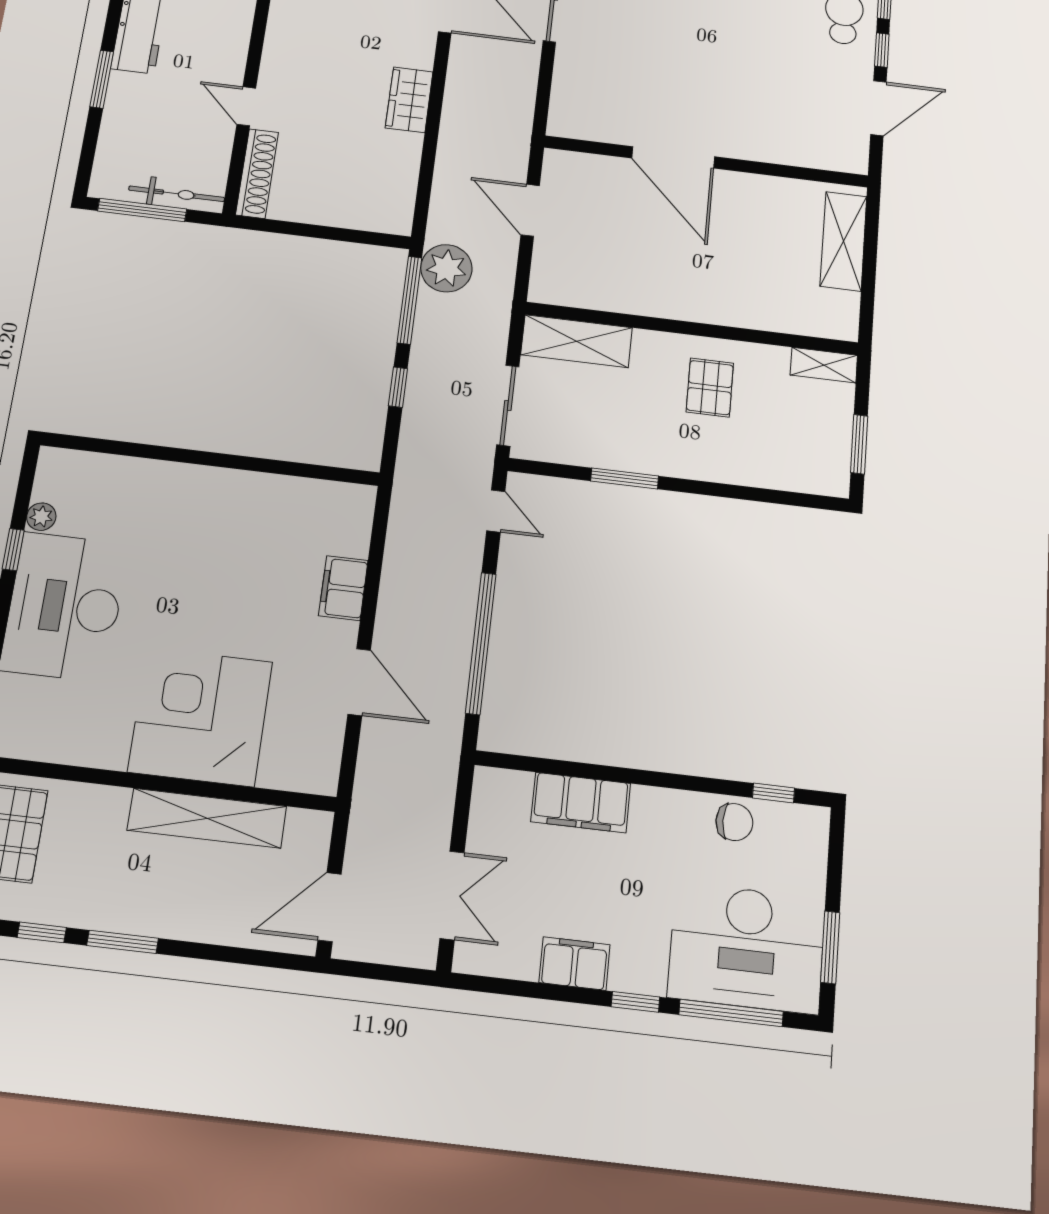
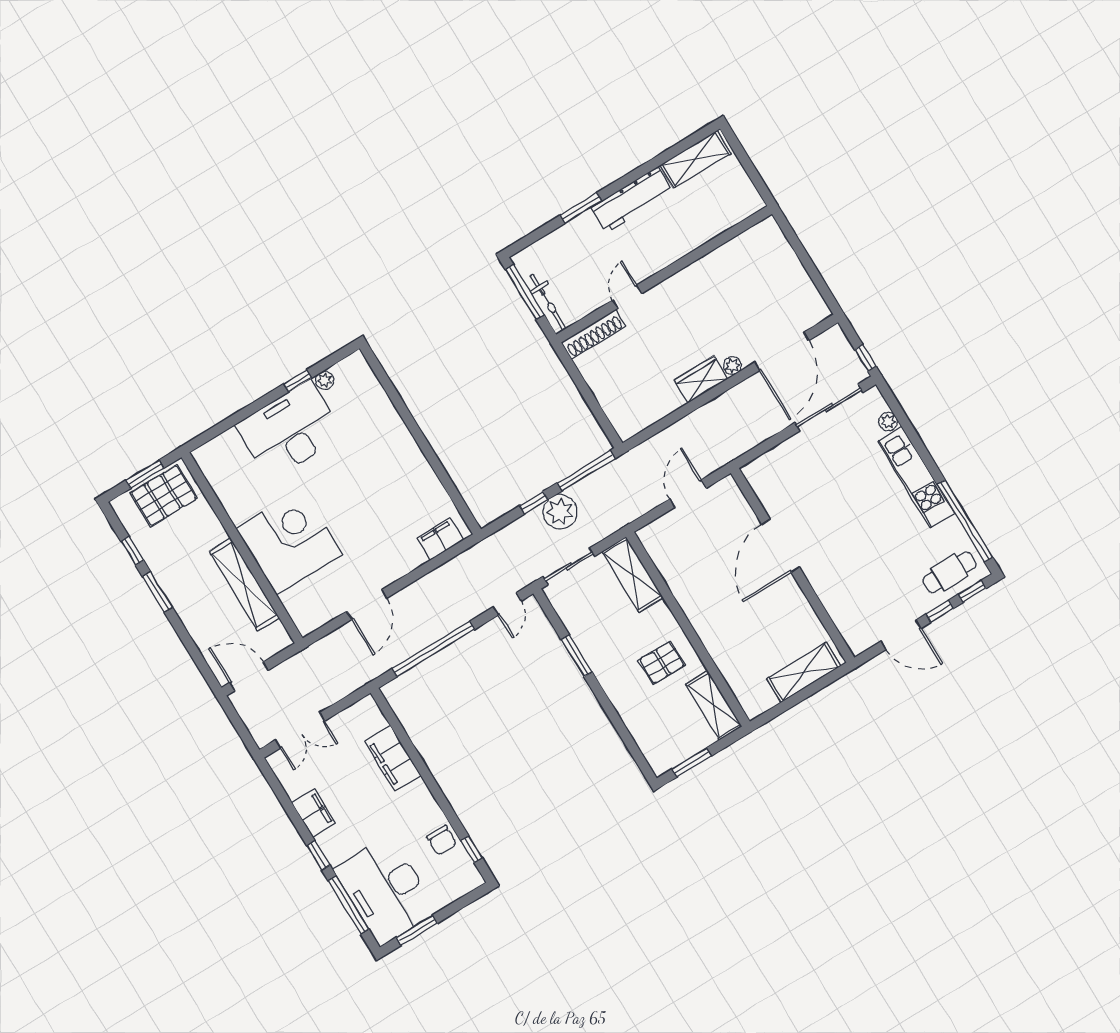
plant: (422, 56) -> (732, 366), added
plant: (446, 268) -> (560, 512), moved
shelving: (824, 365) -> (714, 705), width x1.50, depth x1.33
filing cabinet: (343, 588) -> (440, 539), moved

